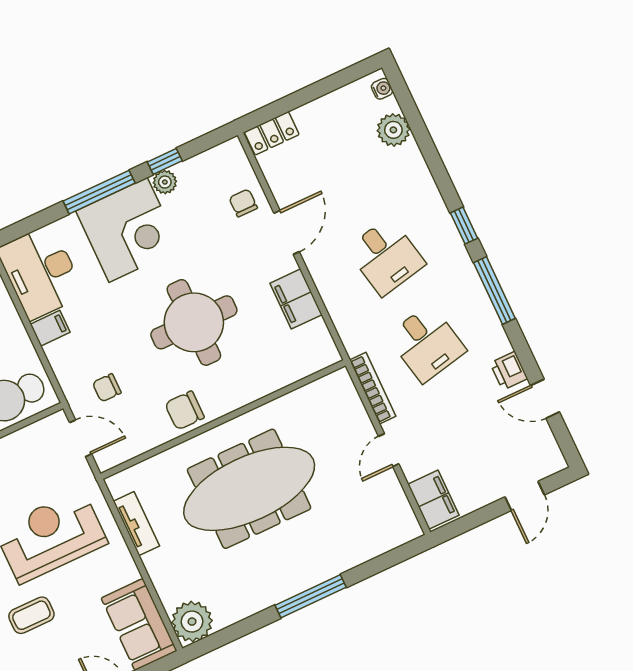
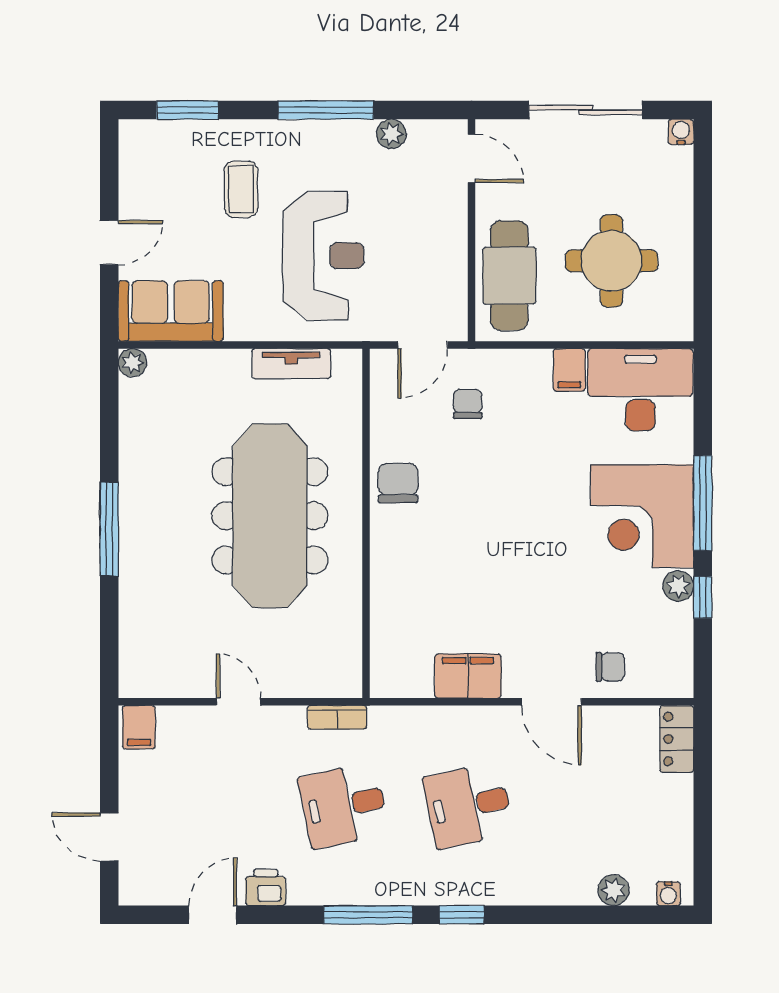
plant: (393, 130) -> (614, 890), width x0.73, depth x0.73
round table: (194, 322) -> (497, 543), removed
bookcase: (373, 388) -> (337, 717), width x0.64
filing cabinet: (433, 500) -> (139, 727), width x0.50
plant: (192, 622) -> (132, 363), width x0.53, depth x0.53

